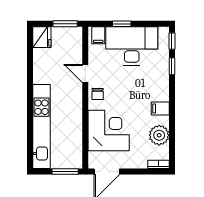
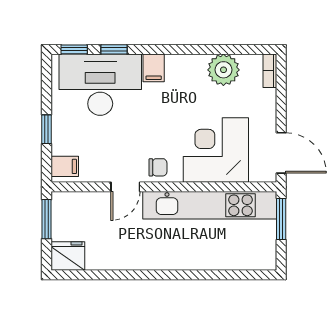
desk: (132, 46) -> (100, 85), moved, turned 90
filing cabinet: (160, 108) -> (154, 68), moved
kitchen unit: (41, 127) -> (210, 205), moved, turned 180

